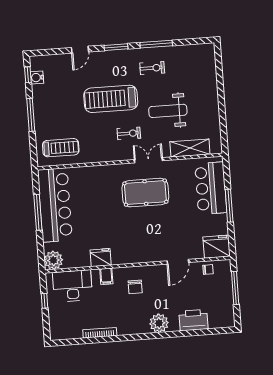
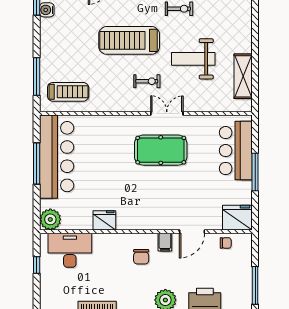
window: (31, 115) -> (37, 76), moved
shelving: (190, 148) -> (243, 76), moved, turned 90
filing cabinet: (106, 276) -> (165, 242), moved
window: (235, 288) -> (255, 285), moved

